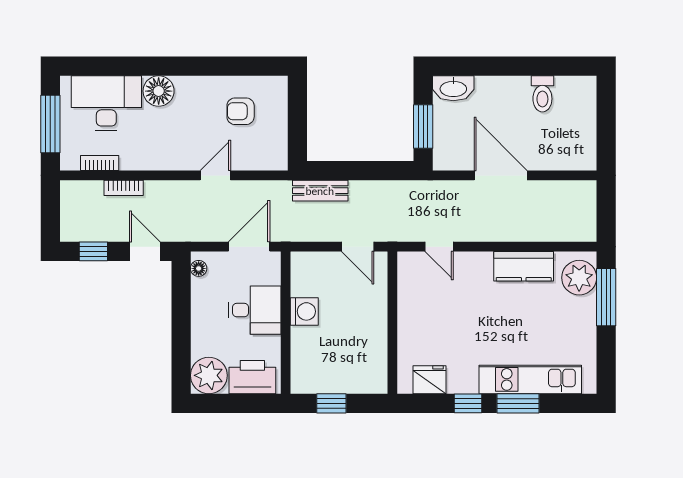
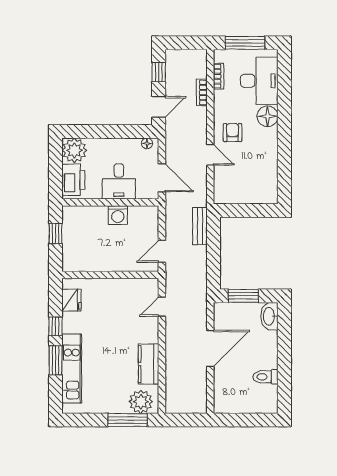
armchair: (241, 111) -> (233, 133), moved

